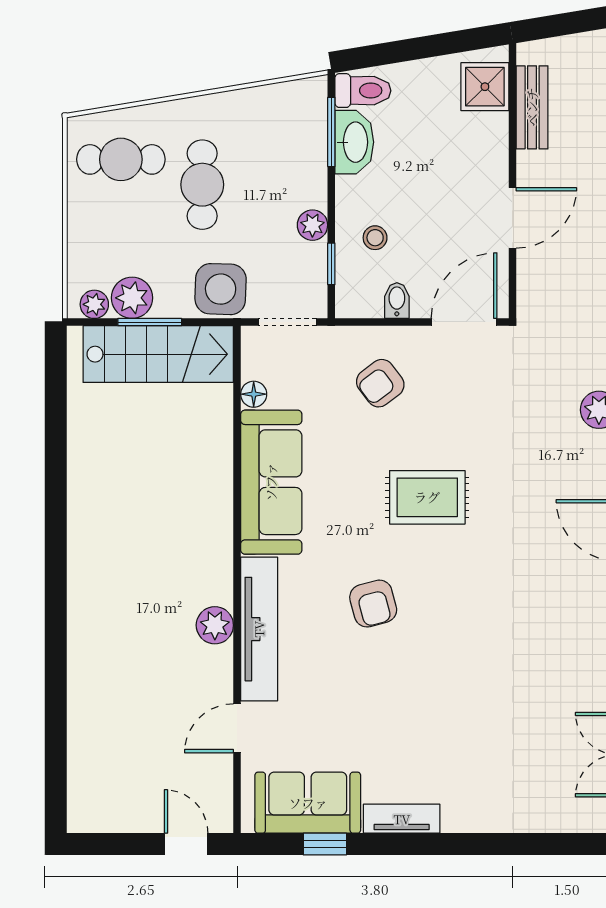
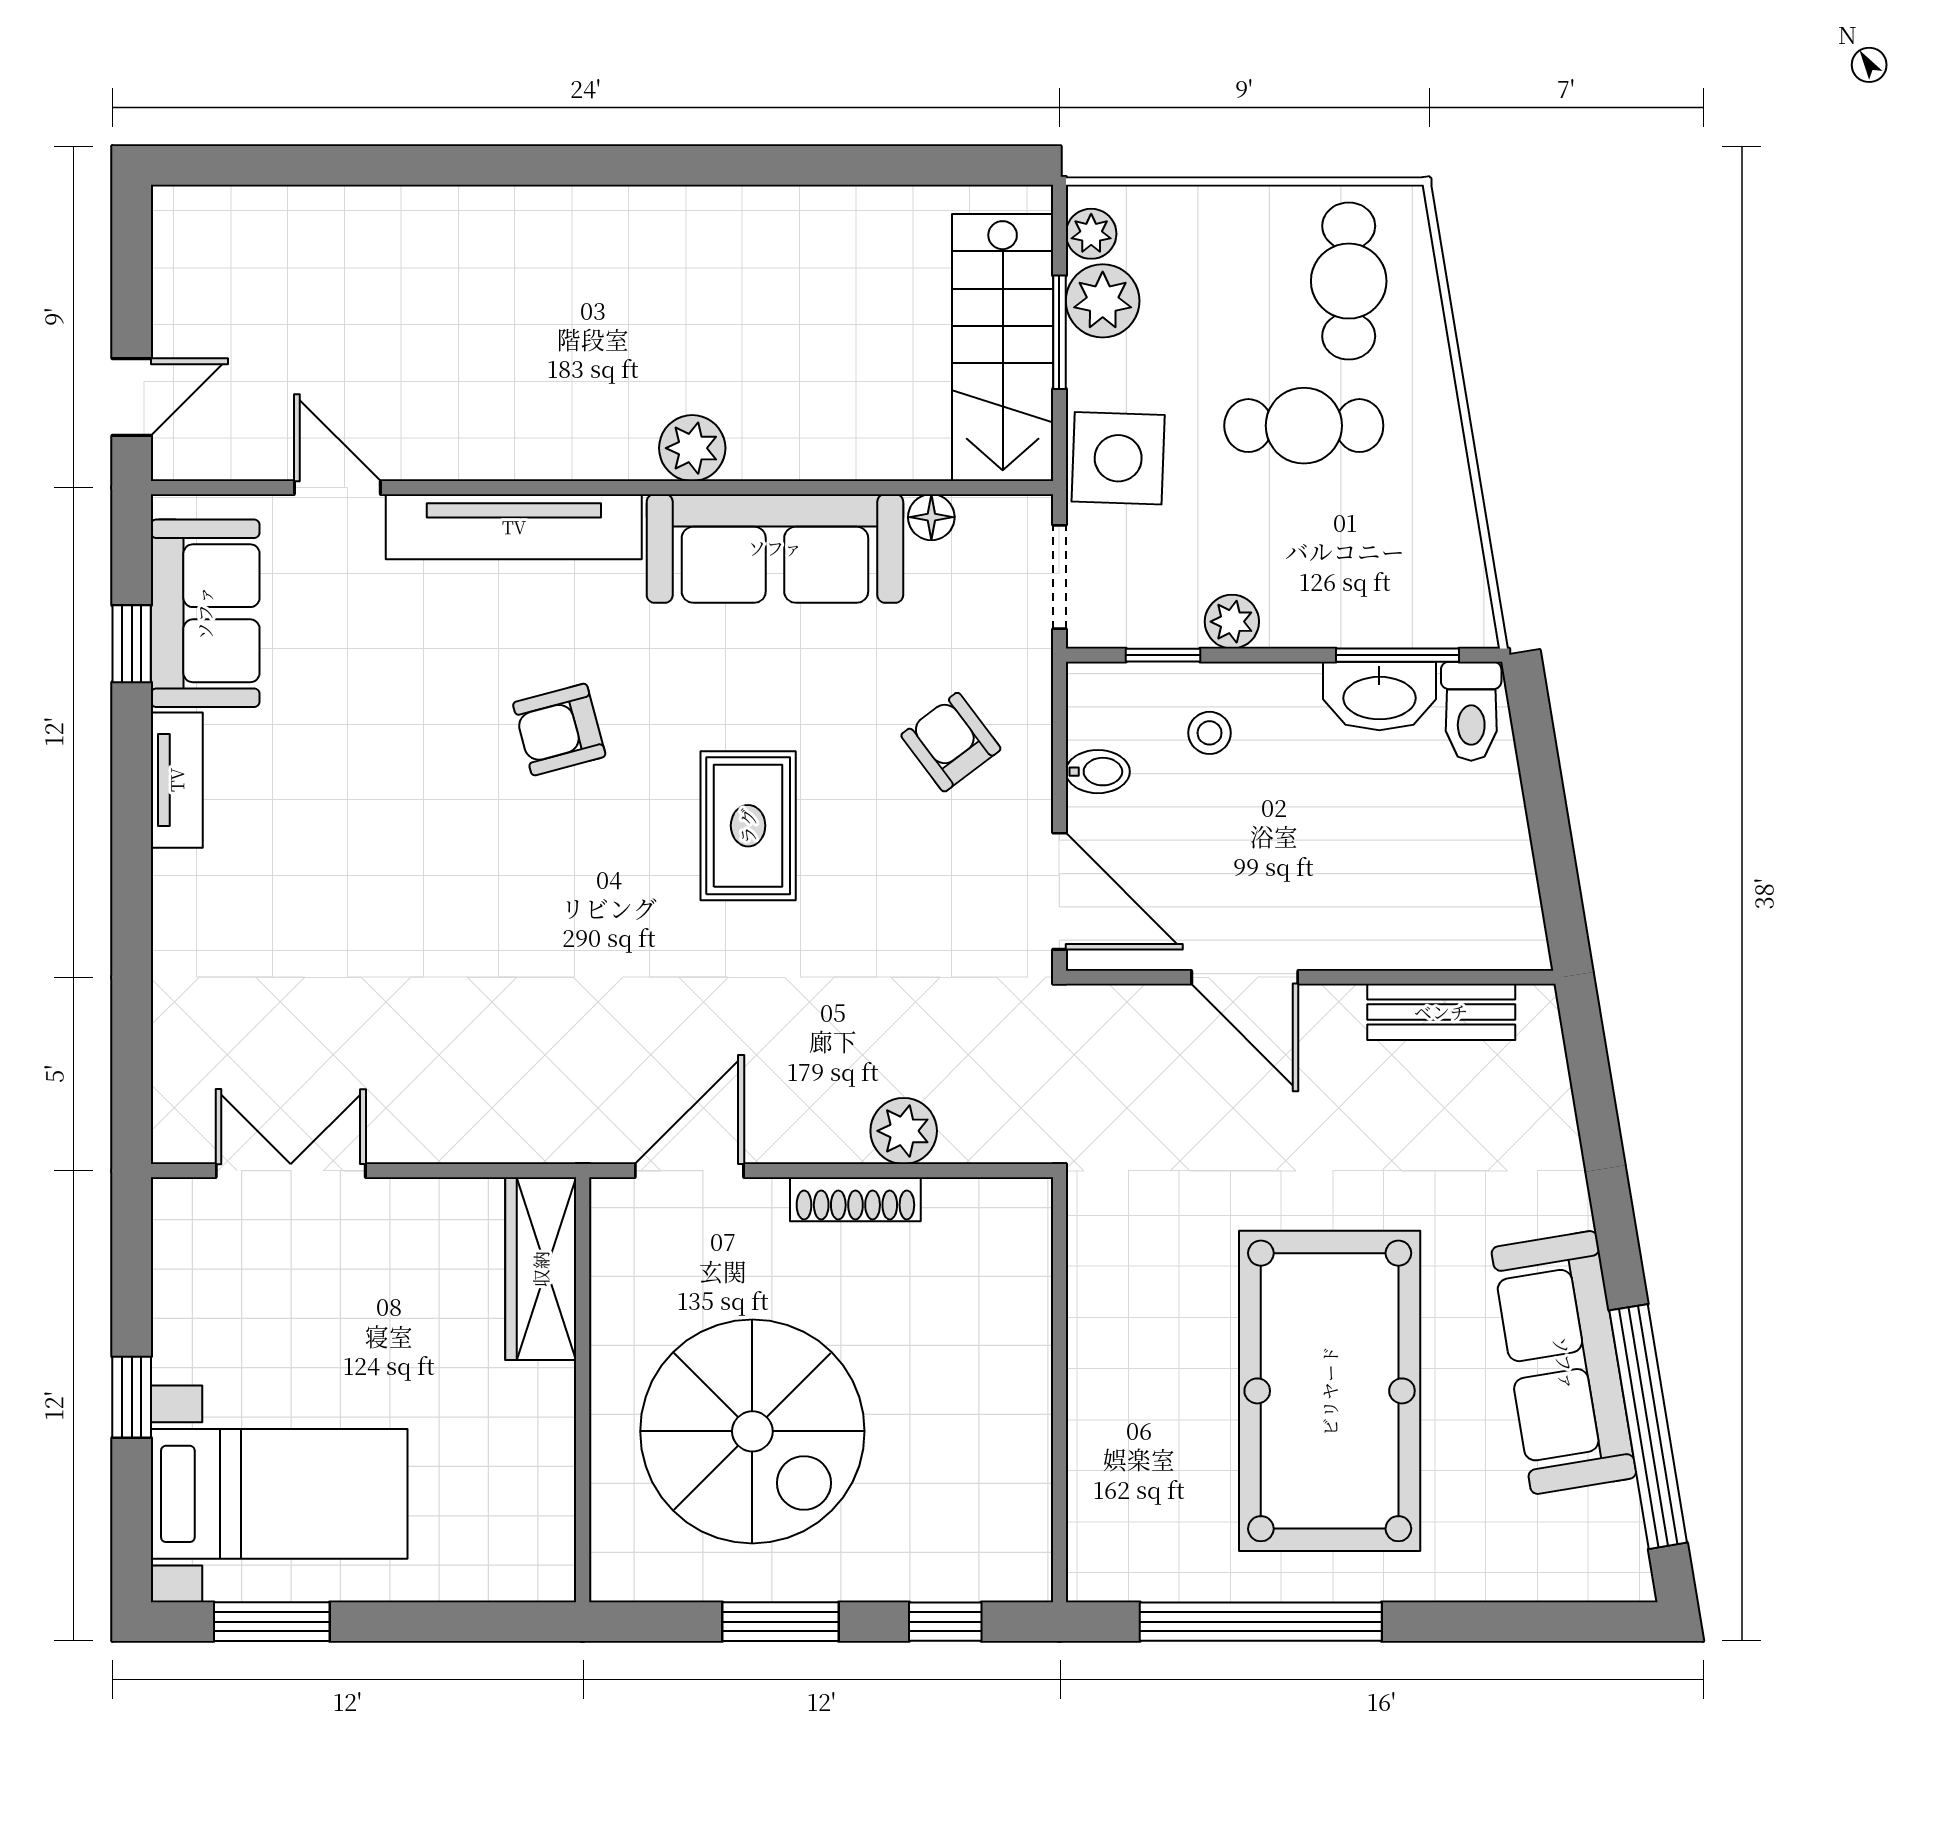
shower: (485, 87) -> (1478, 928), removed
plant: (215, 625) -> (692, 448), moved

